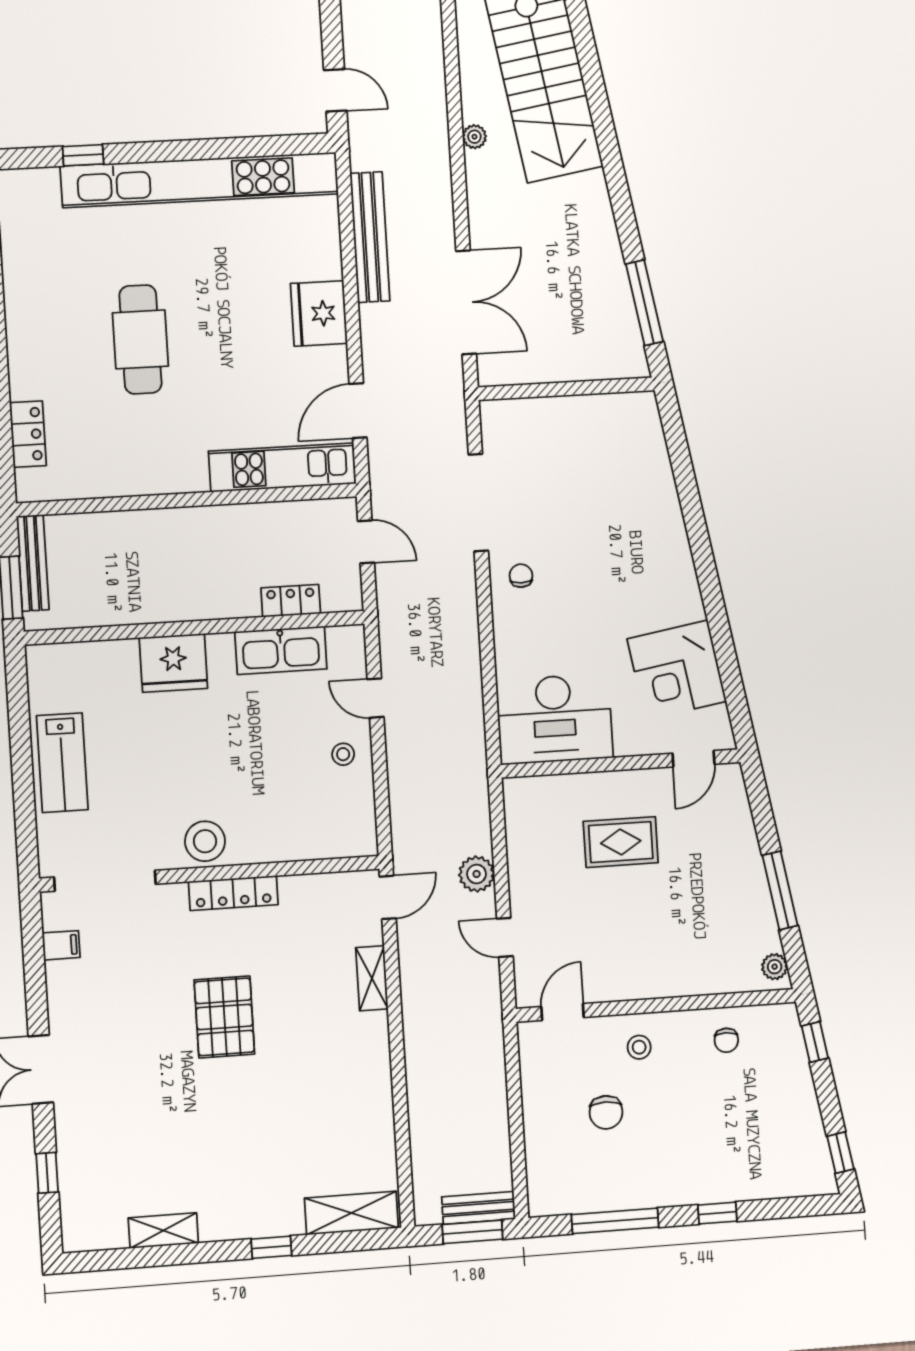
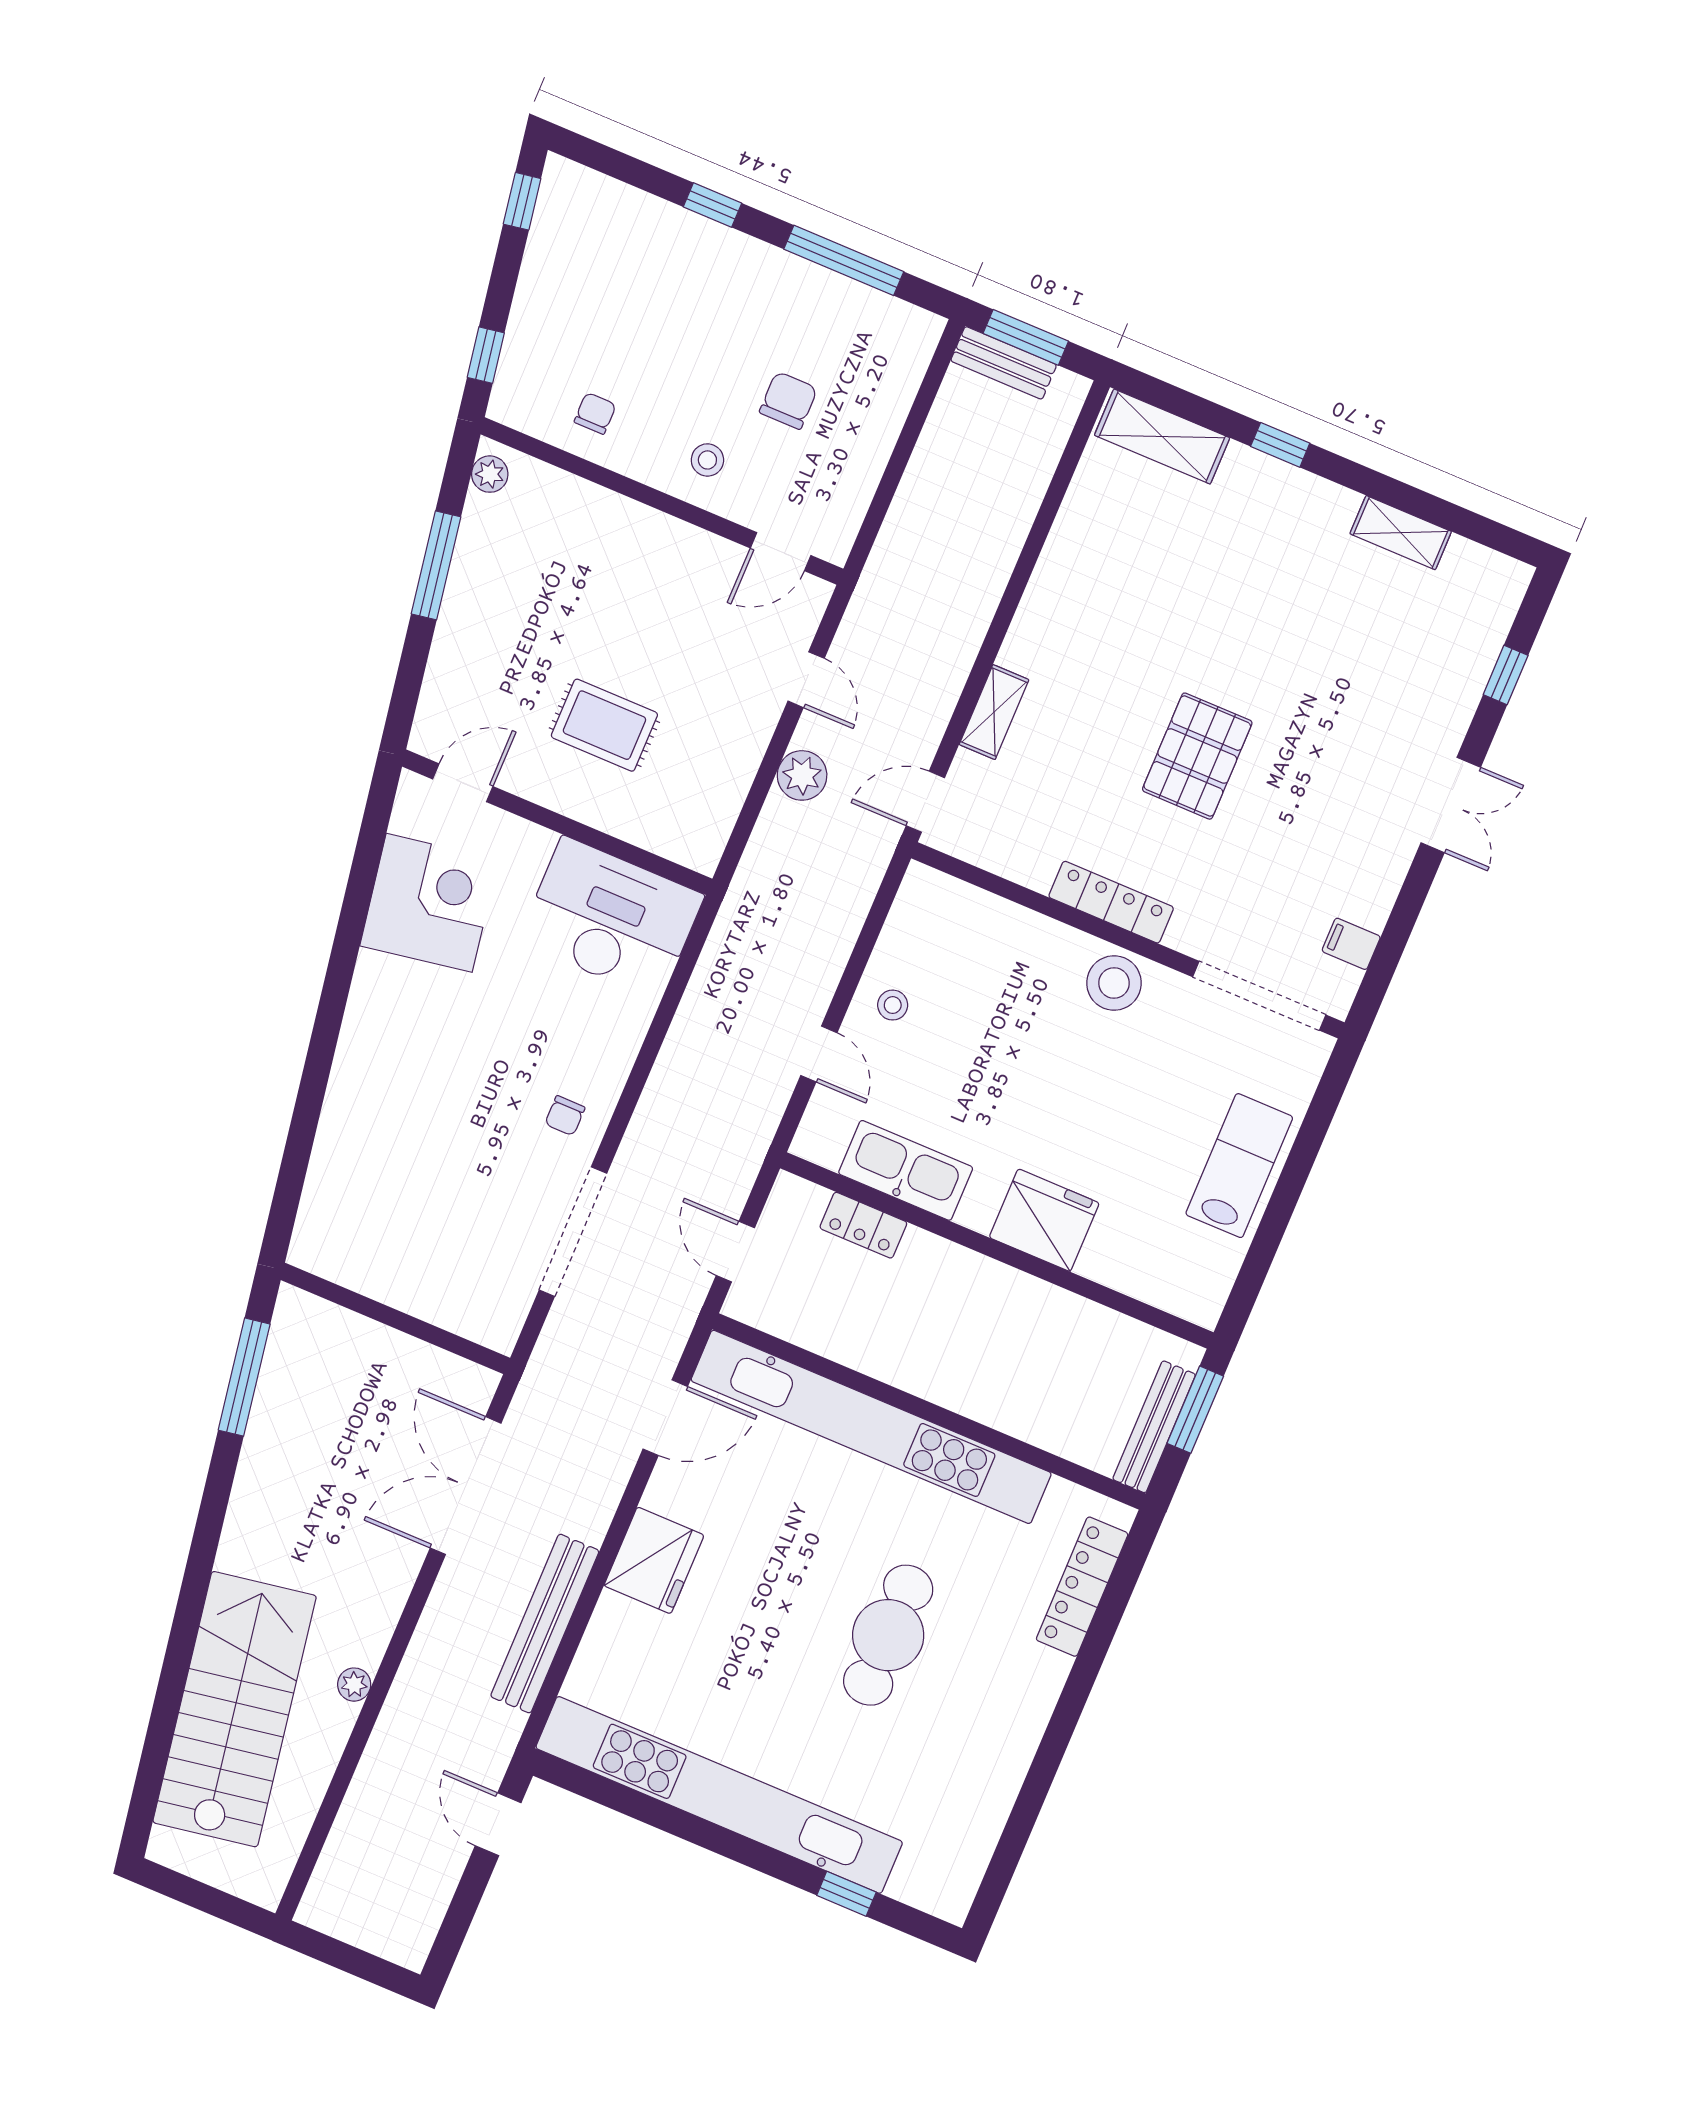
locker: (28, 434) -> (1082, 1587), width x1.53
kitchen unit: (282, 467) -> (871, 1427), width x1.86

